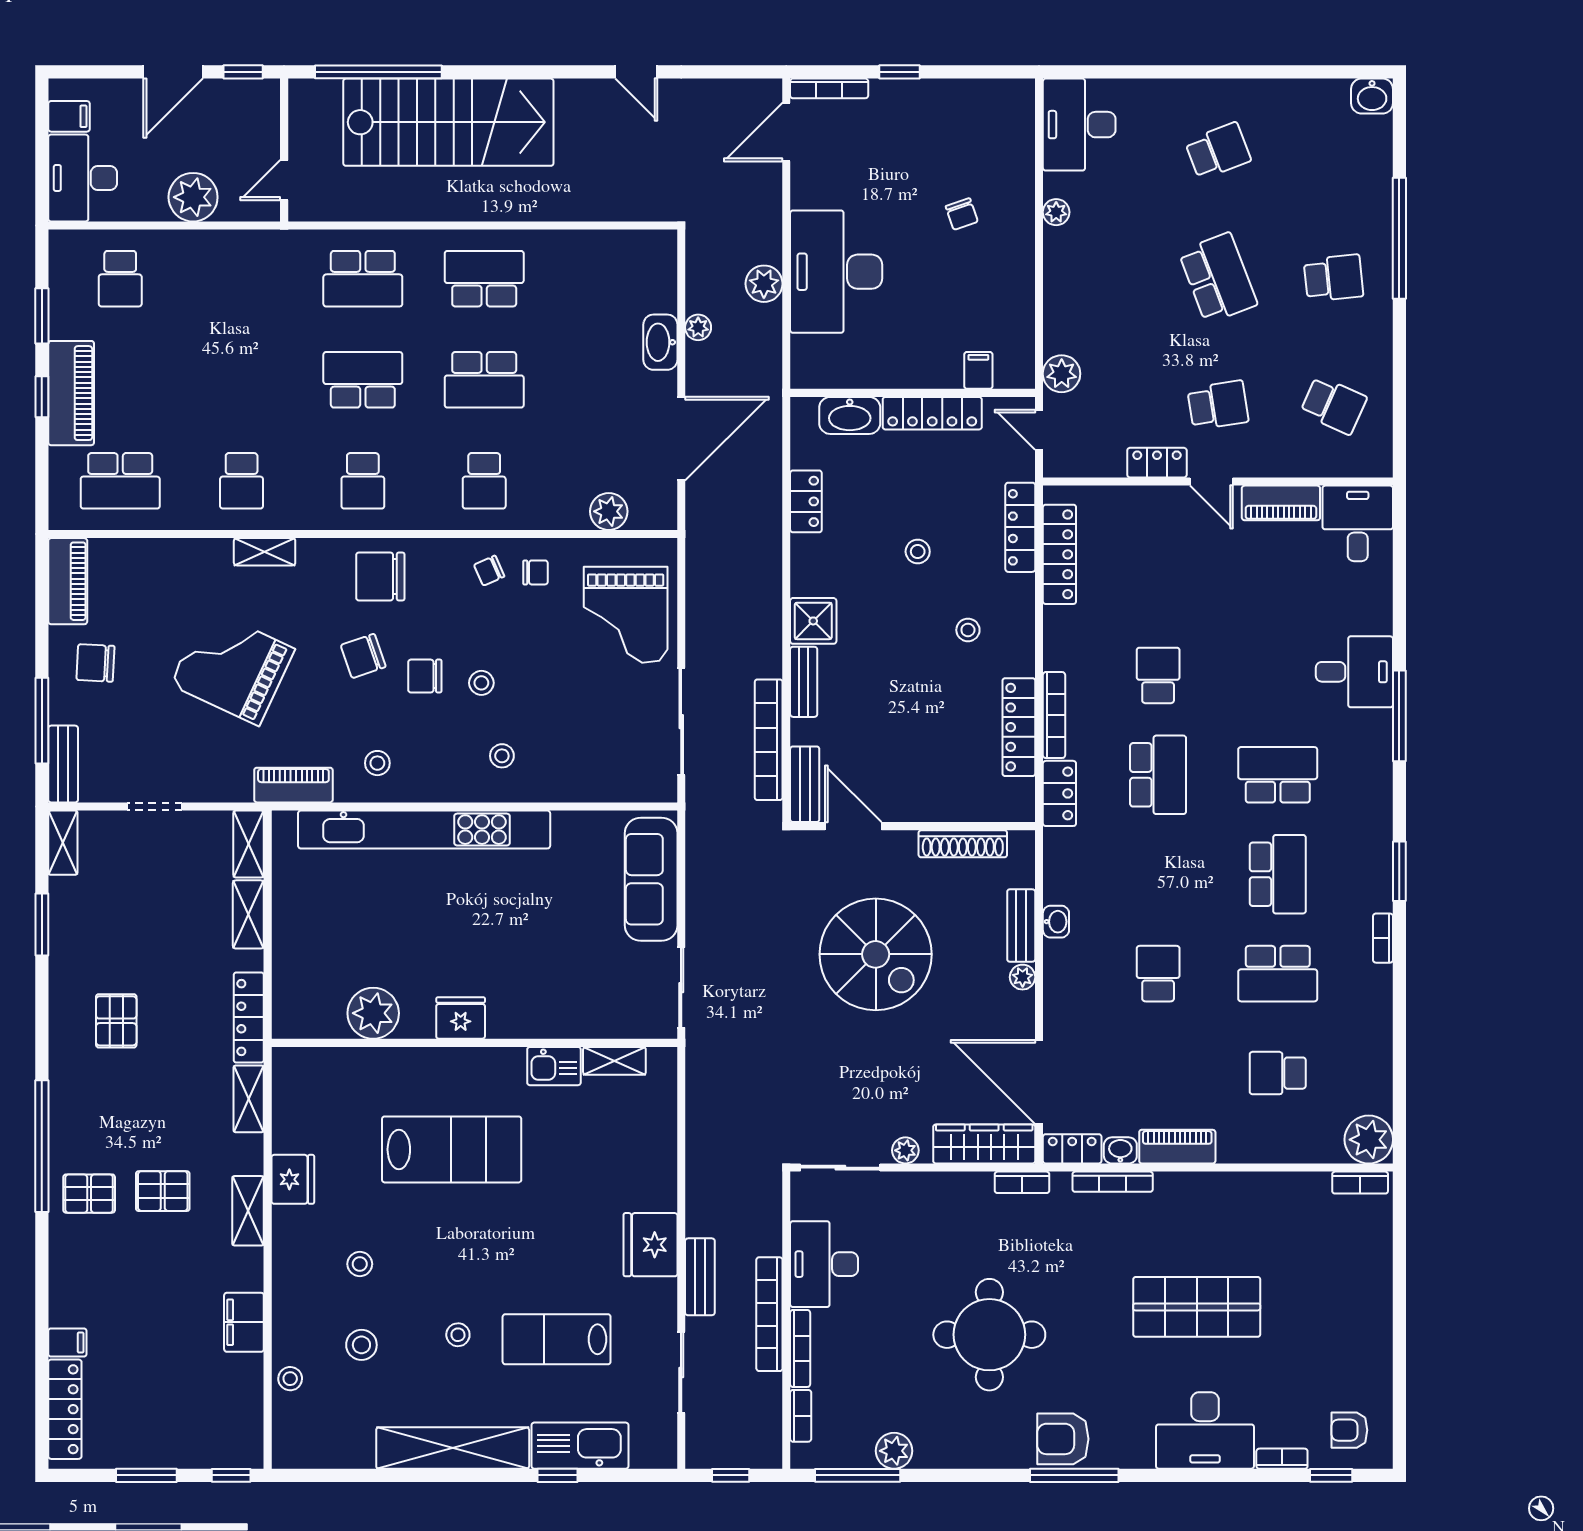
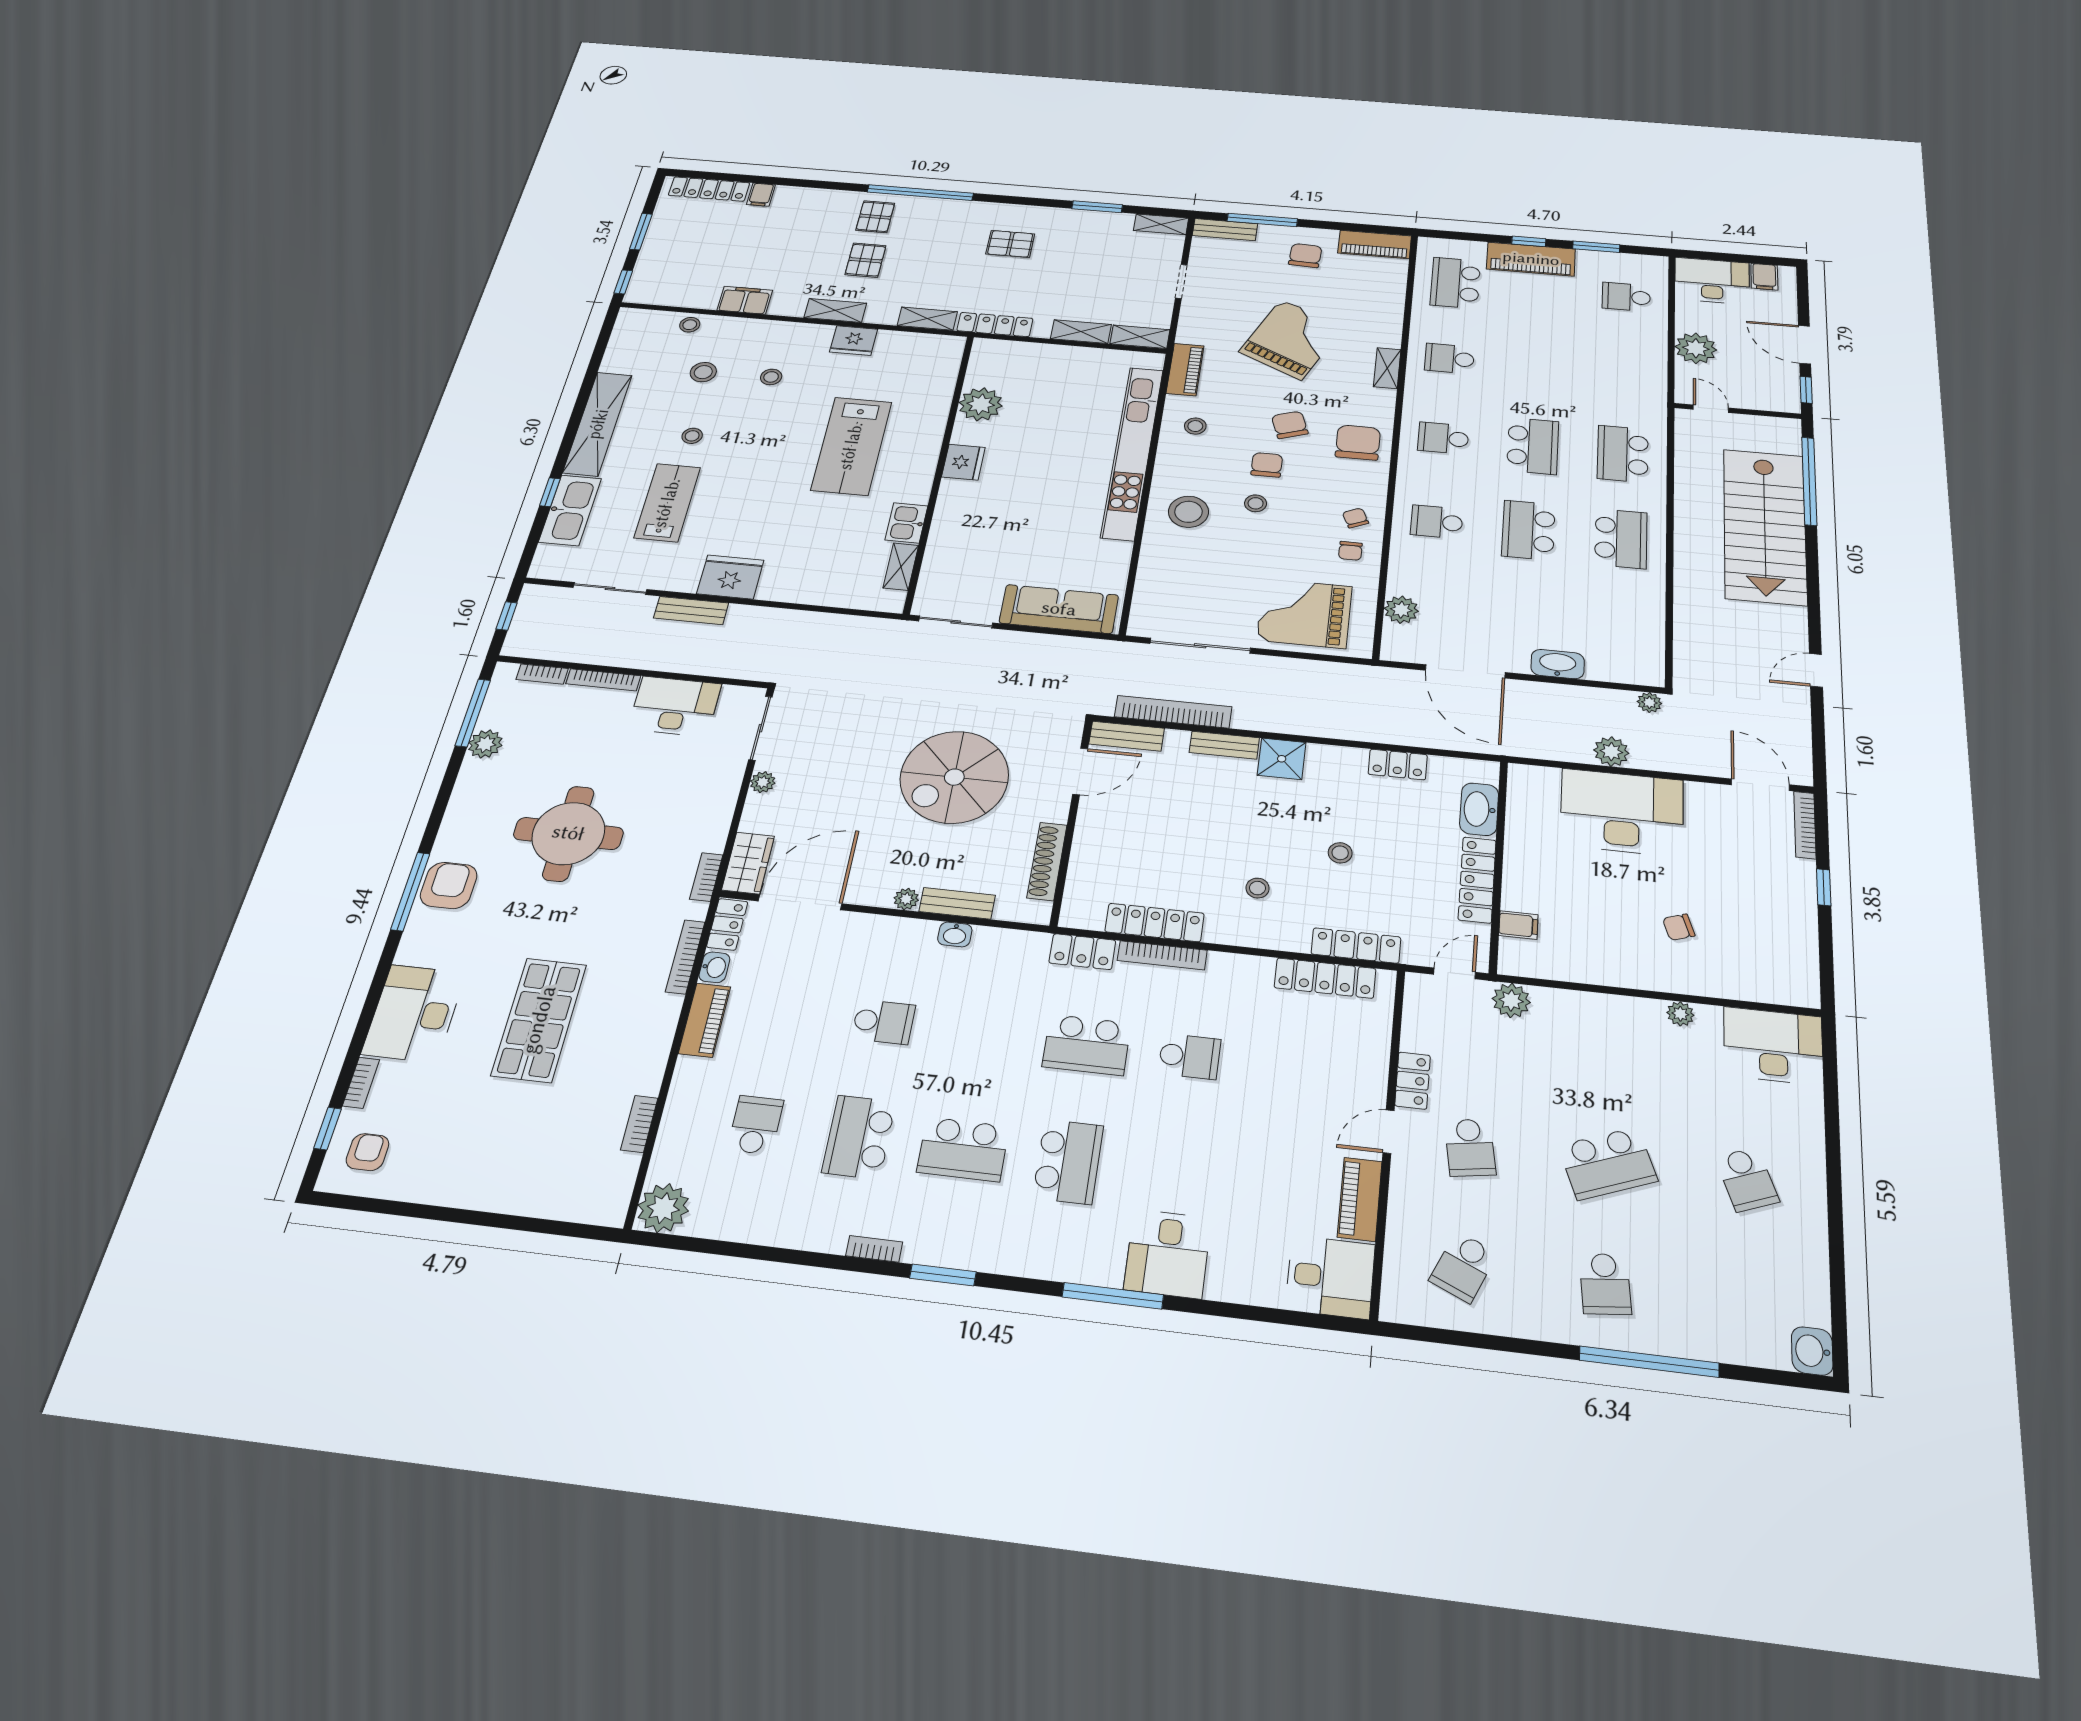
plant: (698, 327) -> (1649, 702), moved
stool: (502, 756) -> (1188, 512), width x1.89, depth x1.89
wardrobe: (984, 1144) -> (748, 863), width x0.67
bookcase: (1360, 1183) -> (639, 1124), moved
bookcase: (769, 1314) -> (642, 659), removed

